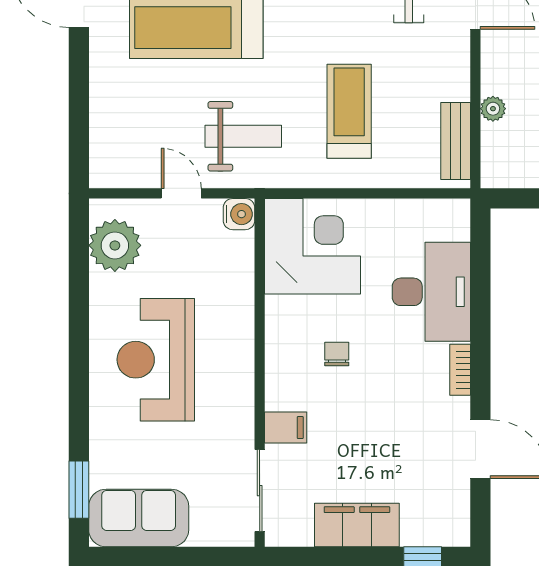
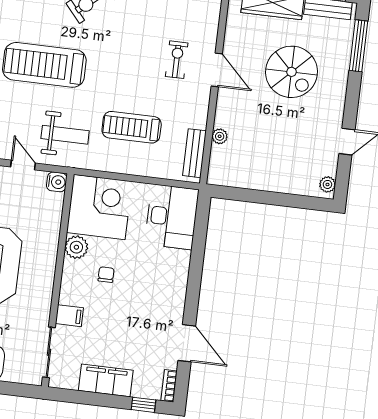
treadmill: (349, 111) -> (132, 127), turned -90
desk: (431, 292) -> (172, 217), moved
plant: (283, 316) -> (76, 247), added
bookcase: (460, 370) -> (169, 386), moved

